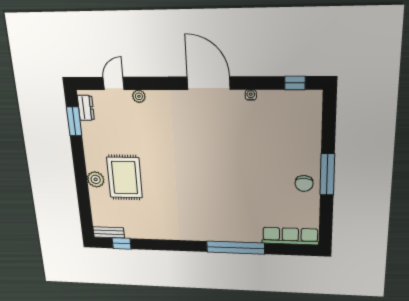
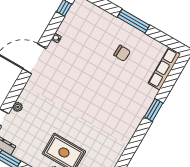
chair: (304, 184) -> (122, 53), moved
window: (236, 248) -> (154, 110), width x0.47

